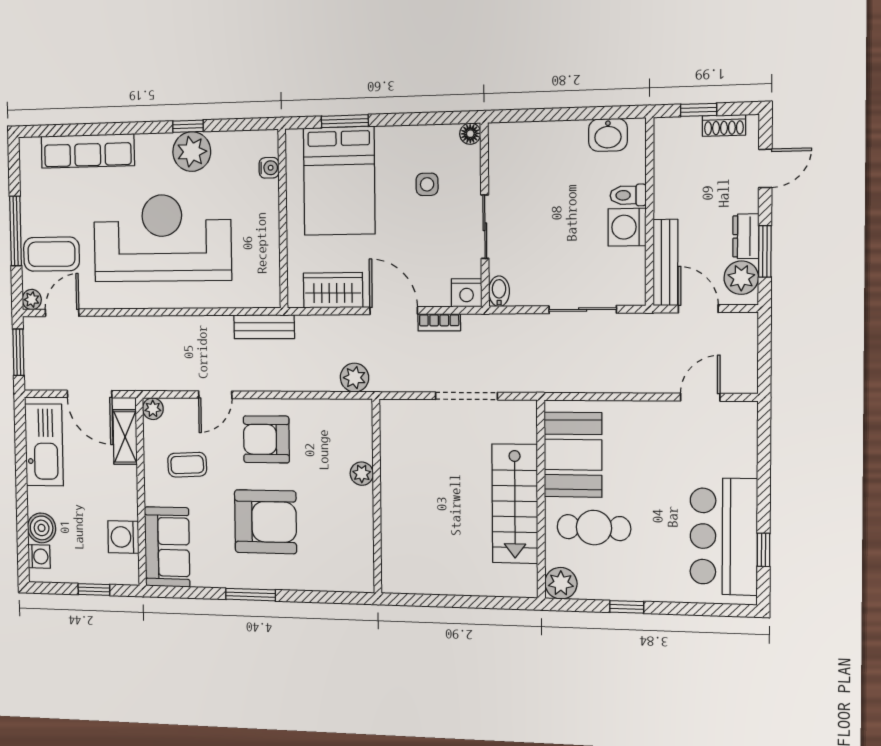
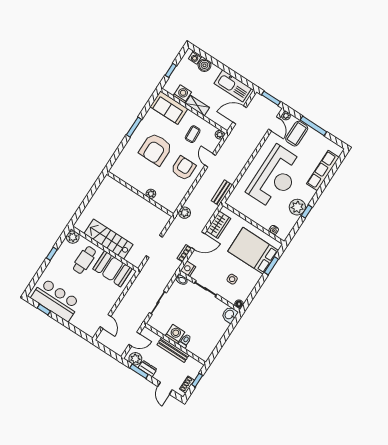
washbasin: (608, 135) -> (230, 315), moved
bench: (665, 263) -> (173, 350), moved
shelving: (125, 437) -> (197, 106), moved

